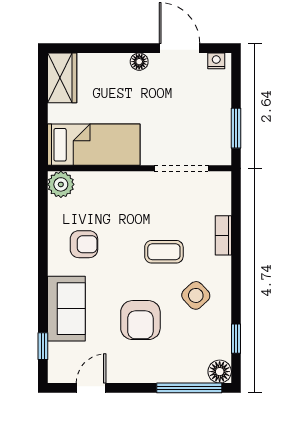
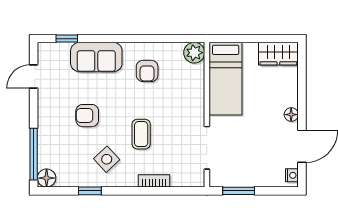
armchair: (140, 320) -> (87, 116), width x0.72, depth x0.72
window: (236, 339) -> (90, 191), moved
door: (91, 388) -> (34, 77), swing flipped

